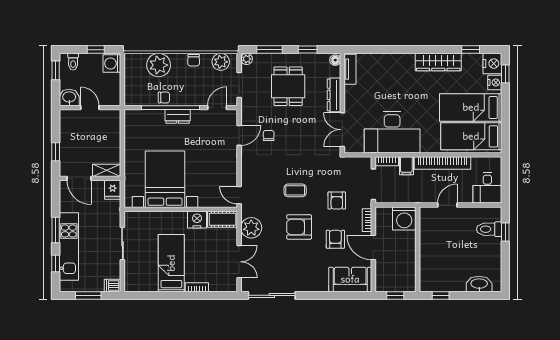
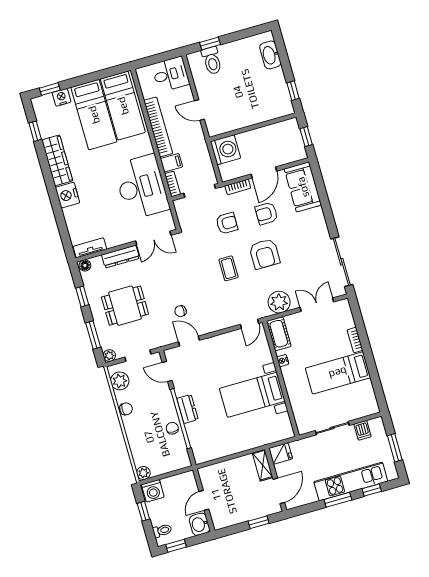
nightstand: (492, 64) -> (67, 195), moved, turned -90
plant: (159, 65) -> (143, 473), moved, width x0.53, depth x0.53
bed with nightstands: (165, 179) -> (252, 395), width x0.73
nightstand: (197, 220) -> (283, 361), width x0.53, depth x0.56
dishwasher: (113, 285) -> (363, 430), moved

